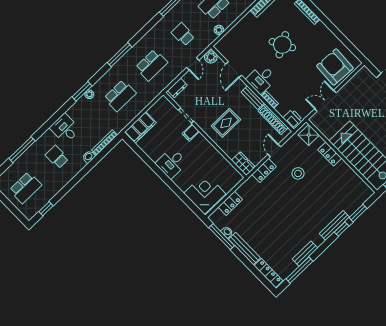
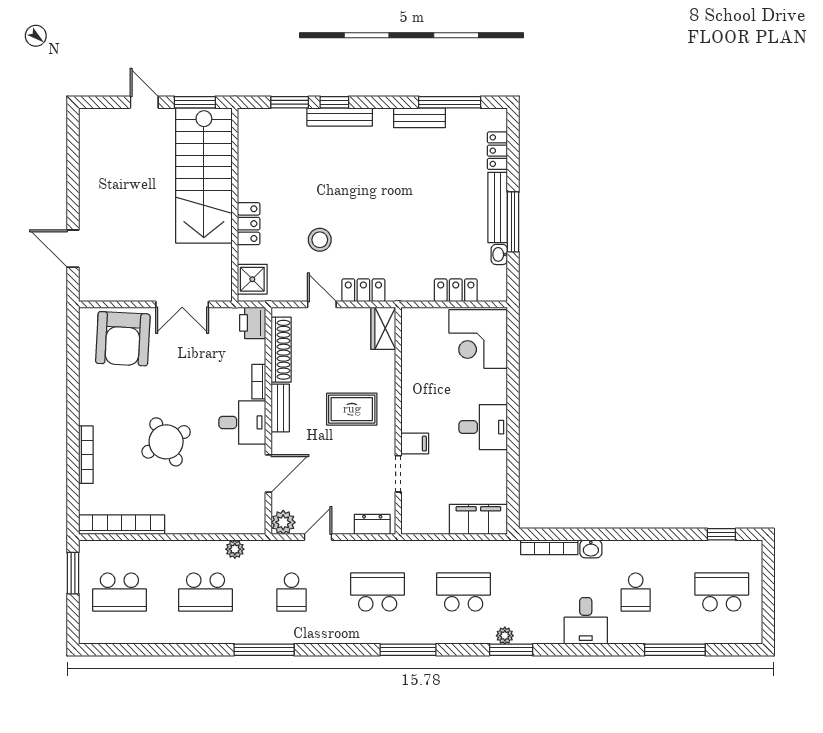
door: (274, 150) -> (322, 304), swing flipped
window: (222, 237) -> (513, 222), moved
locker: (268, 273) -> (497, 151), width x0.66

